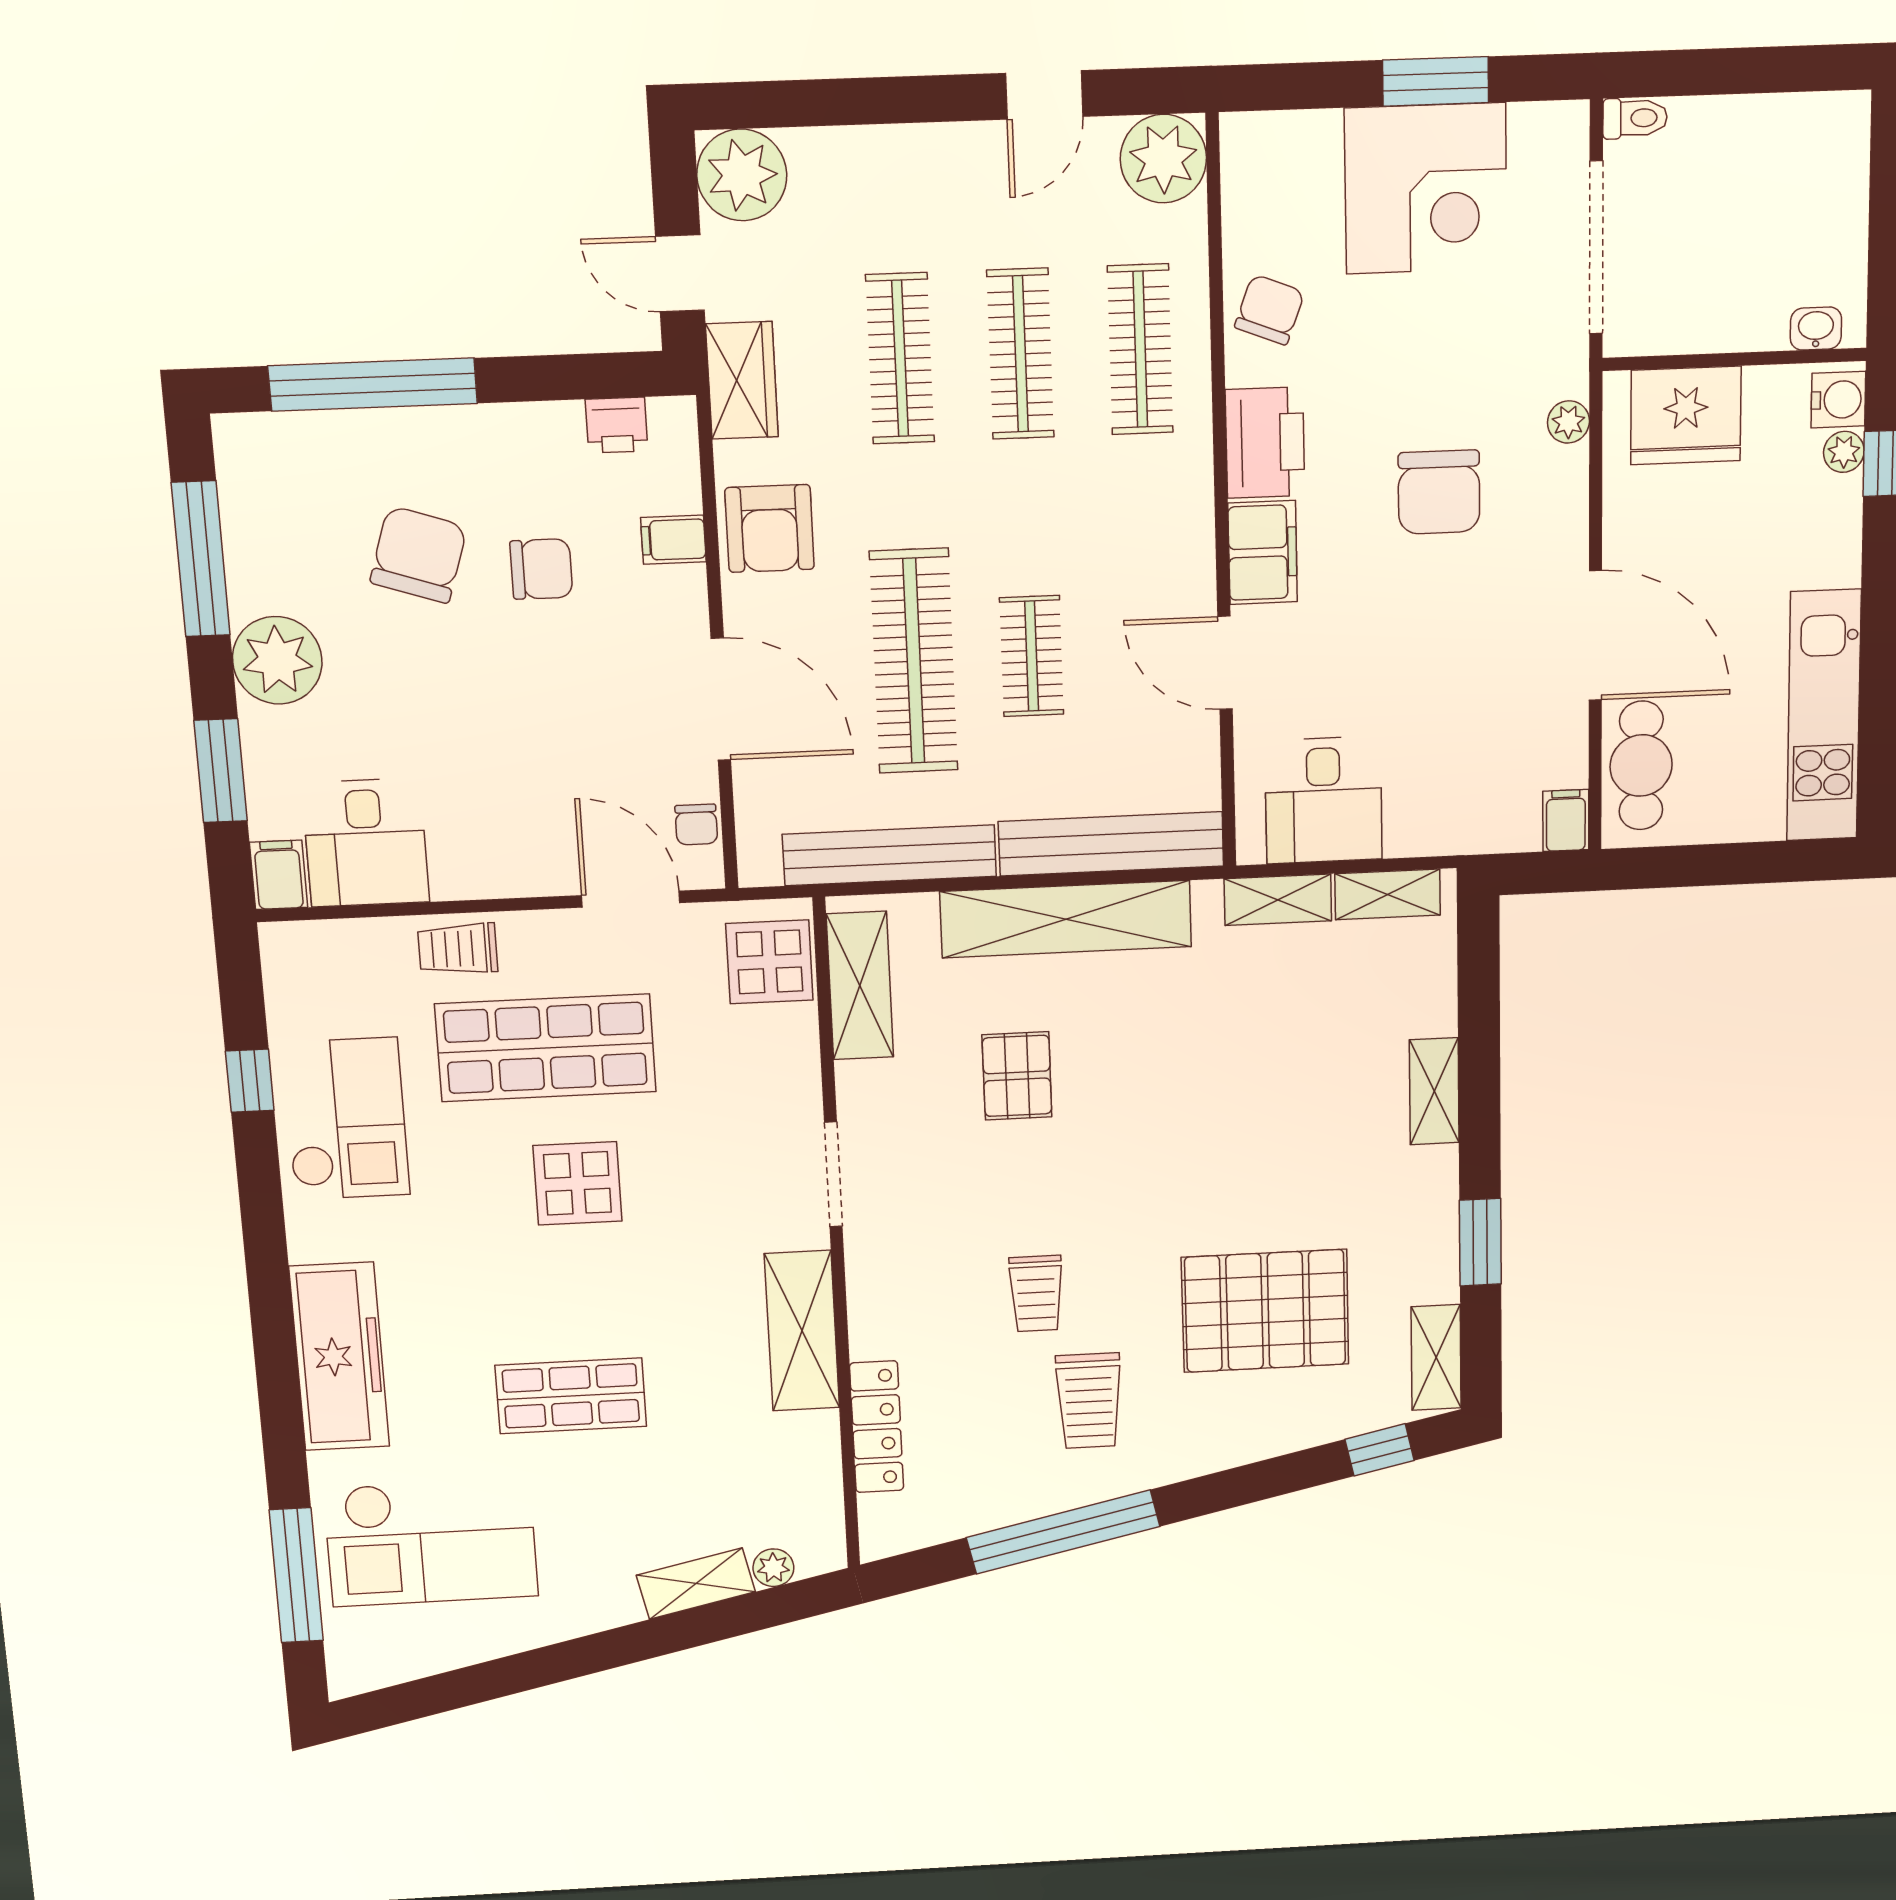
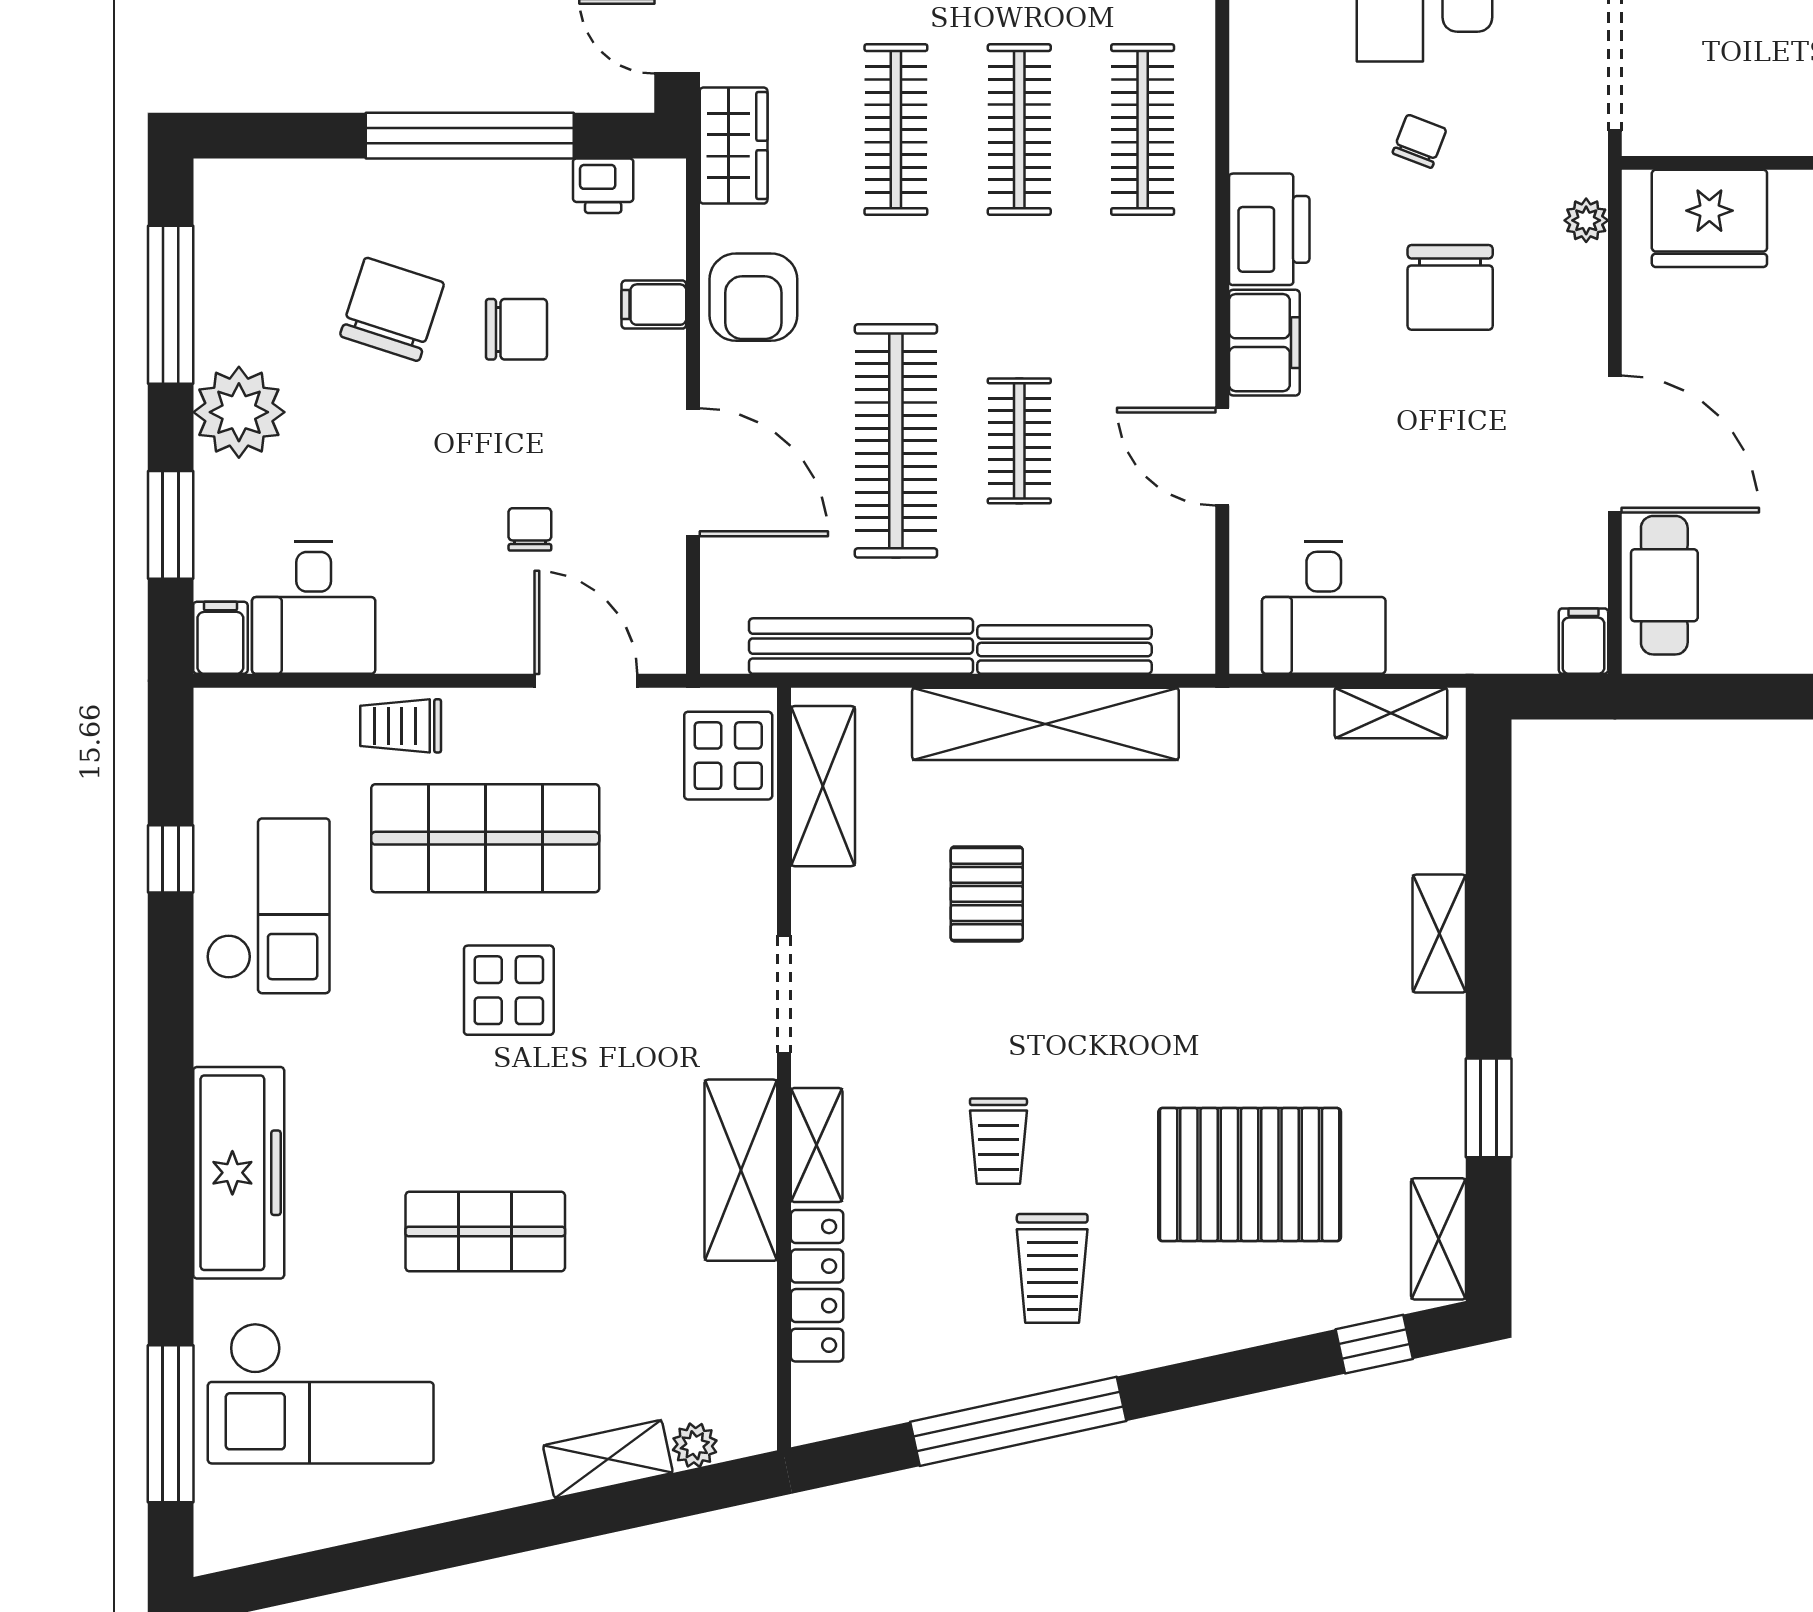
chair: (1270, 310) -> (1419, 141), moved, width x0.73, depth x0.73
window: (373, 385) -> (470, 136), moved
chair: (696, 824) -> (530, 529), moved, turned 180
bench: (1111, 844) -> (1064, 650), width x0.73, depth x0.82
shelving: (1278, 900) -> (817, 1145), moved, turned 90

